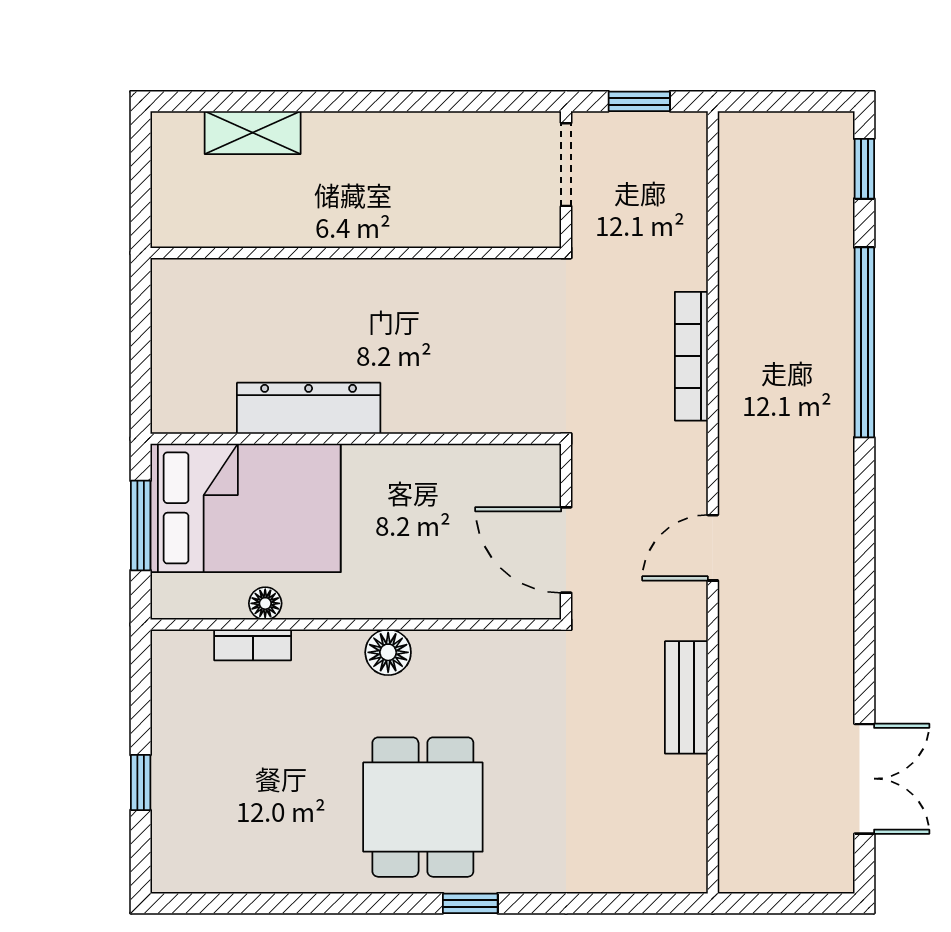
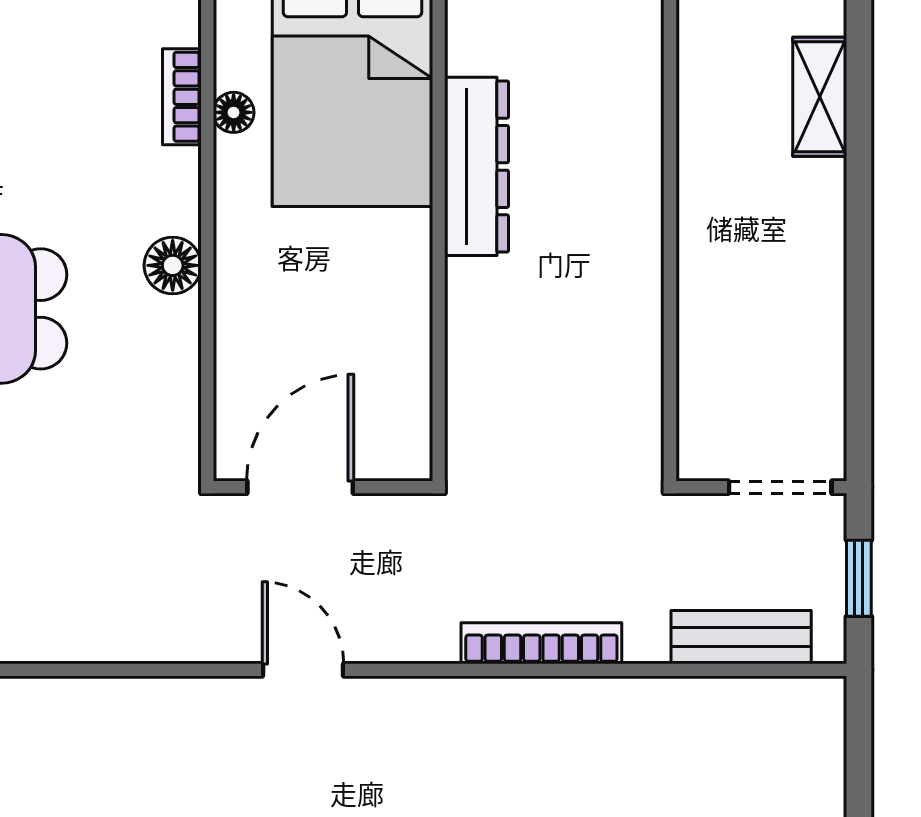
bench: (686, 697) -> (741, 637), moved

